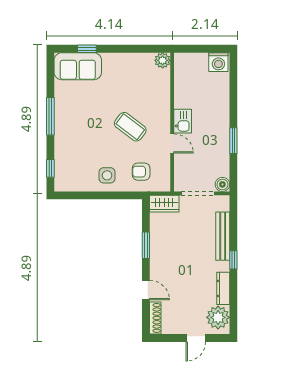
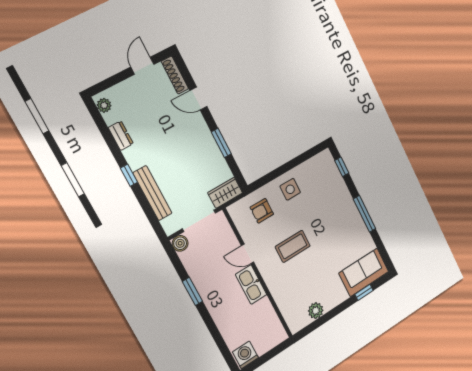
plant: (163, 60) -> (316, 311), moved
kitchen sink: (183, 121) -> (251, 285), width x1.38
coffee table: (130, 127) -> (293, 246), turned -37
armchair: (141, 172) -> (262, 211), turned 180
dresser: (223, 288) -> (121, 136), width x0.70
plant: (218, 317) -> (104, 105), width x0.53, depth x0.53
door: (196, 338) -> (142, 66), moved

